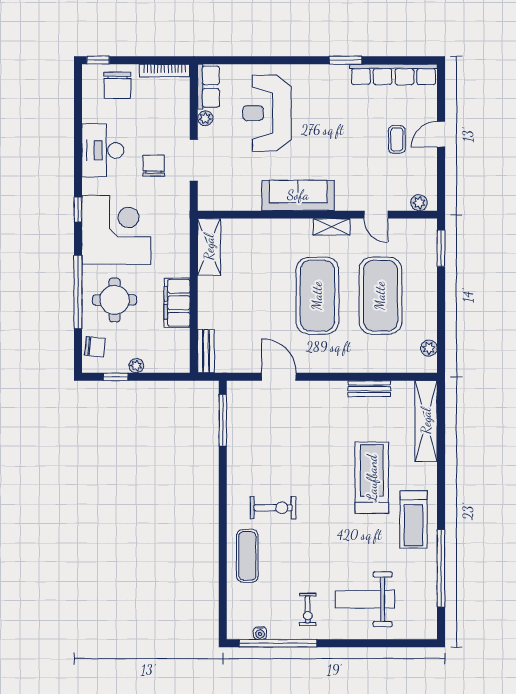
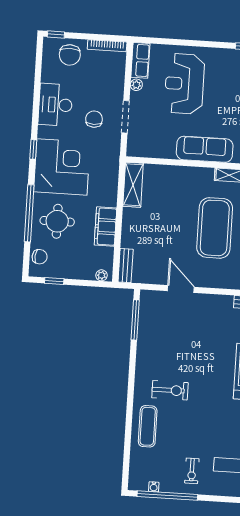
plant: (136, 366) -> (102, 275), moved

